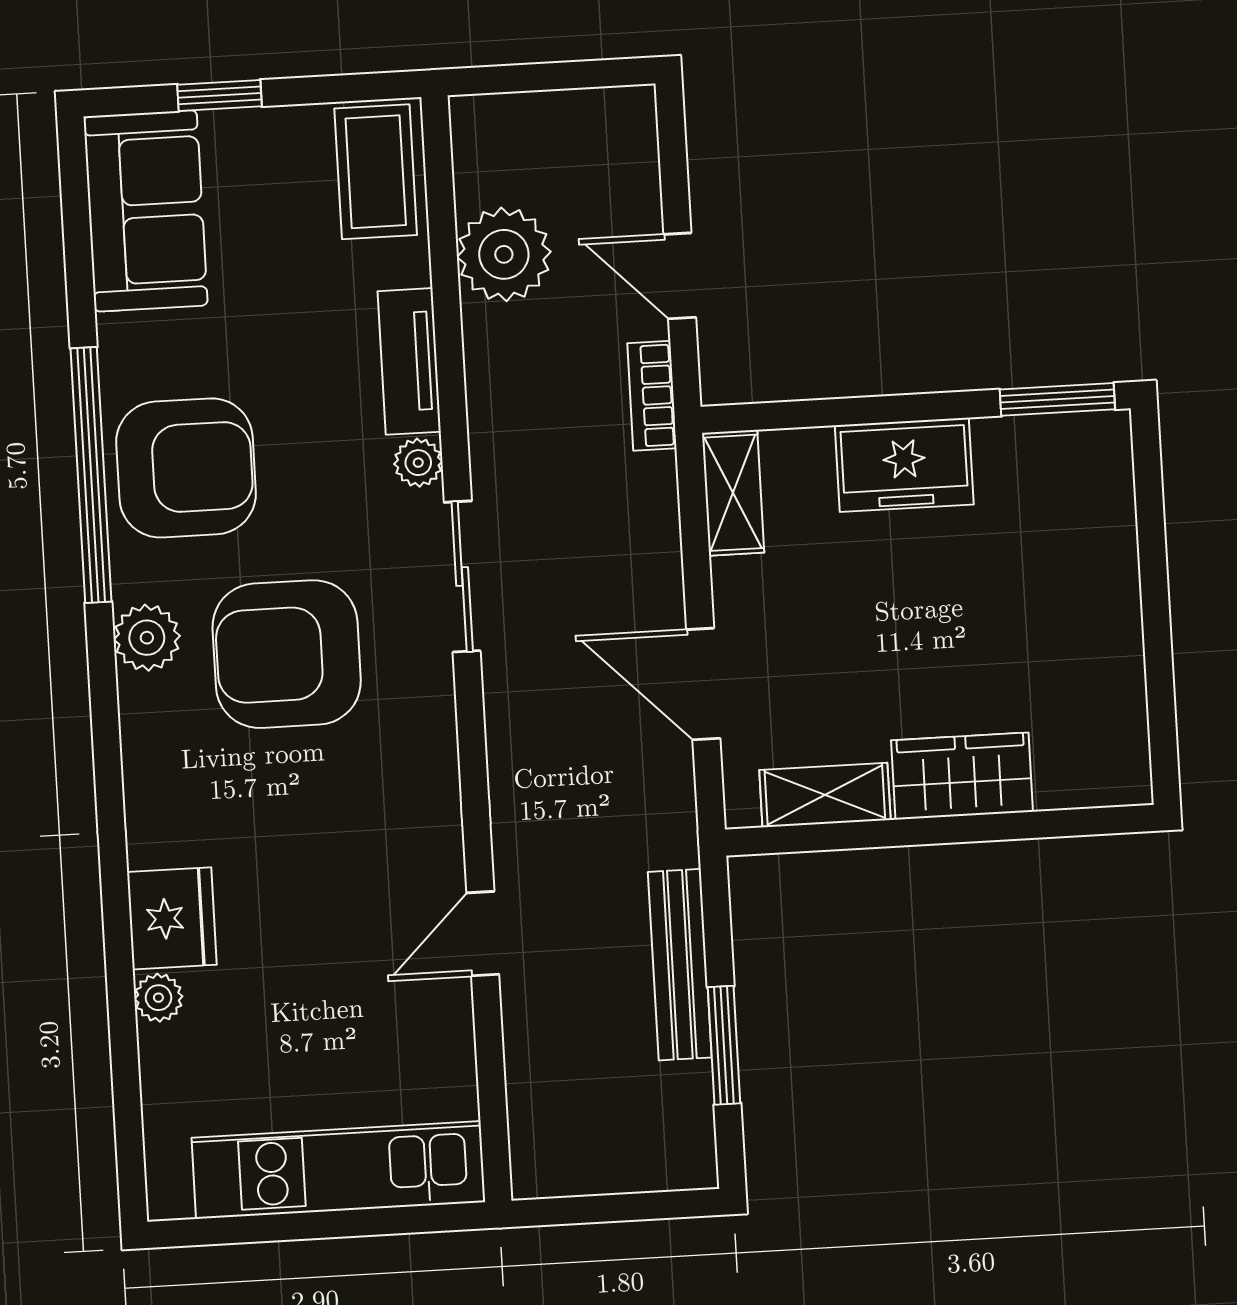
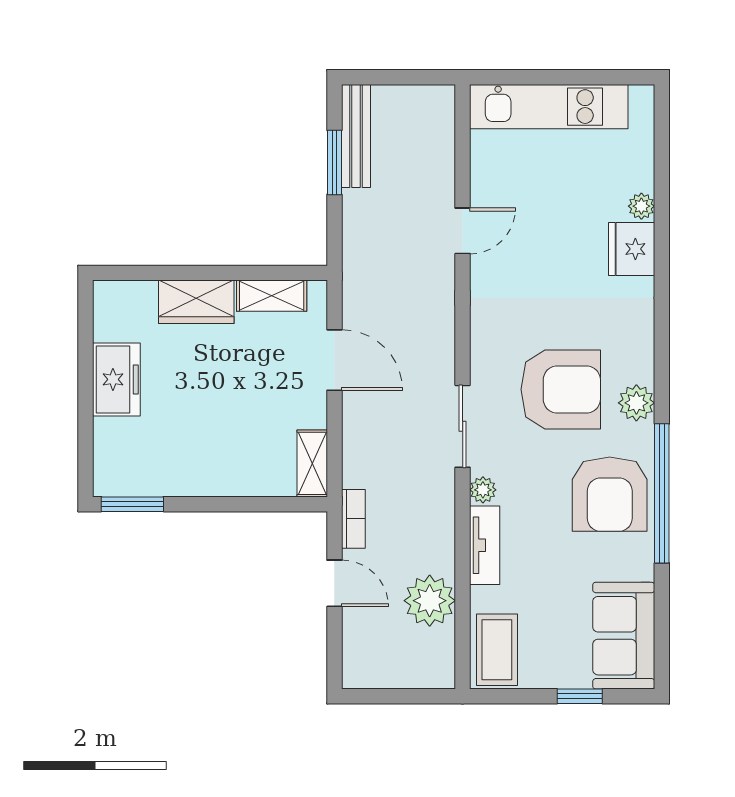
freezer: (904, 465) -> (116, 379), moved, turned 90
armchair: (186, 468) -> (610, 494), turned -90
bench: (680, 965) -> (356, 136), moved

